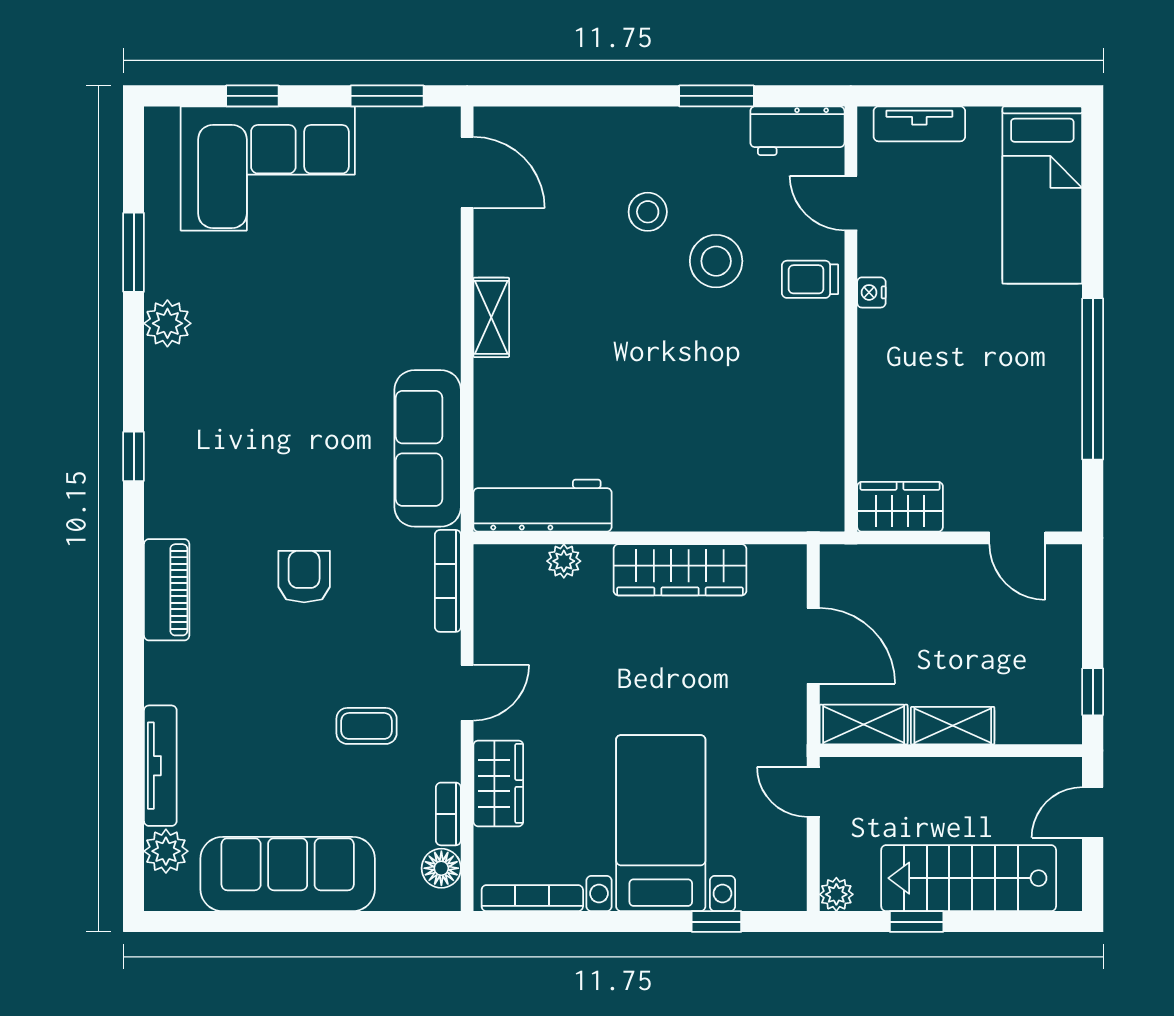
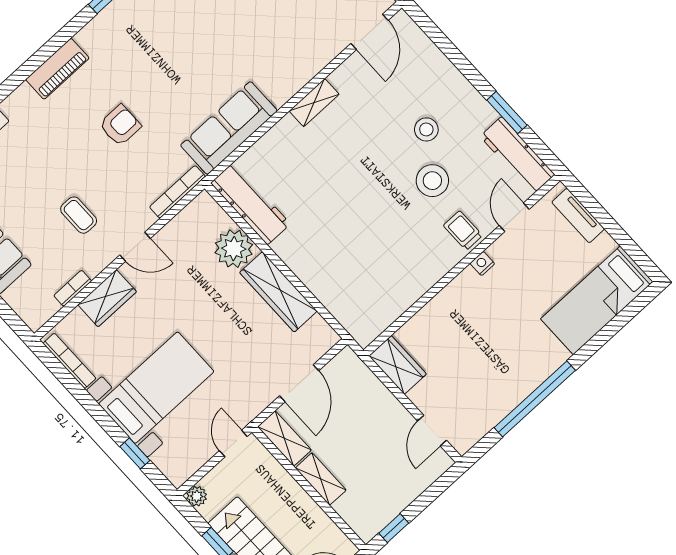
workbench: (797, 131) -> (517, 155), width x1.38
plant: (564, 561) -> (234, 249), width x1.88, depth x1.88
floor lamp: (441, 868) -> (45, 307), removed

